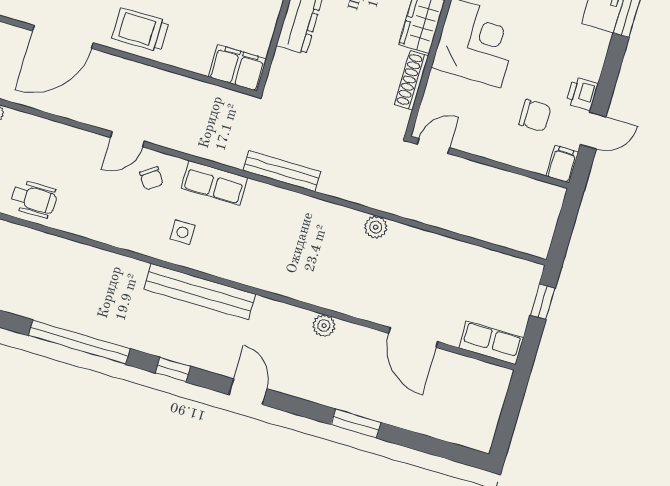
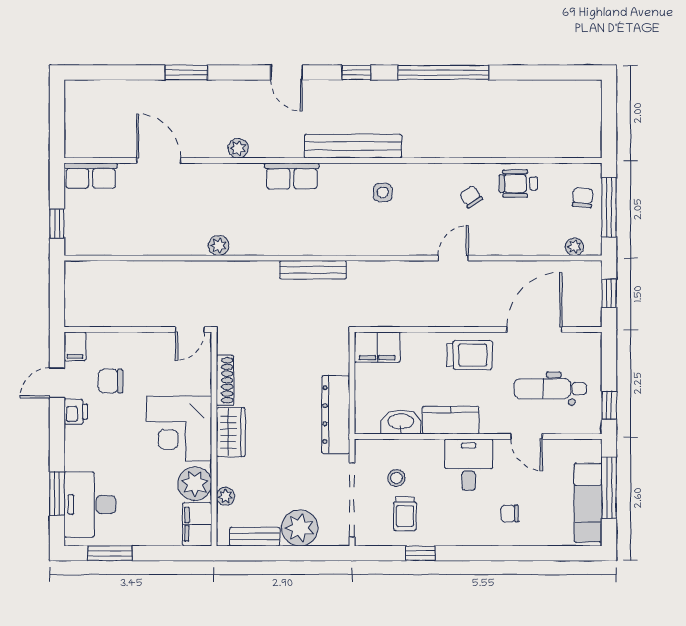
chair: (151, 178) -> (471, 197), moved
row of seats: (214, 183) -> (292, 176), moved, turned 180

